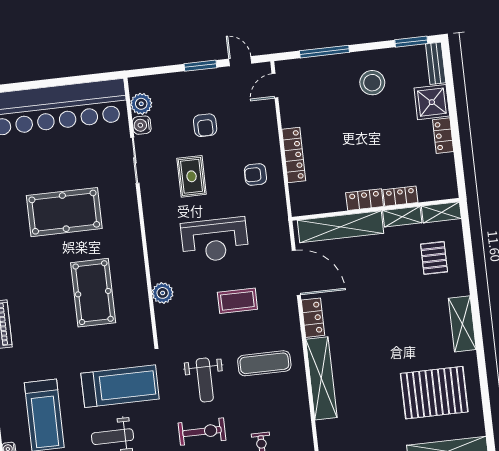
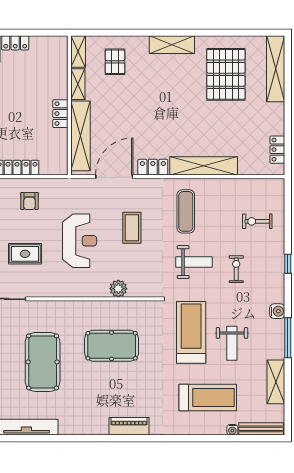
locker: (400, 196) -> (61, 84), removed
pallet: (434, 258) -> (115, 62), turned 90
exercise bike: (202, 432) -> (236, 269), width x0.73, depth x0.72

